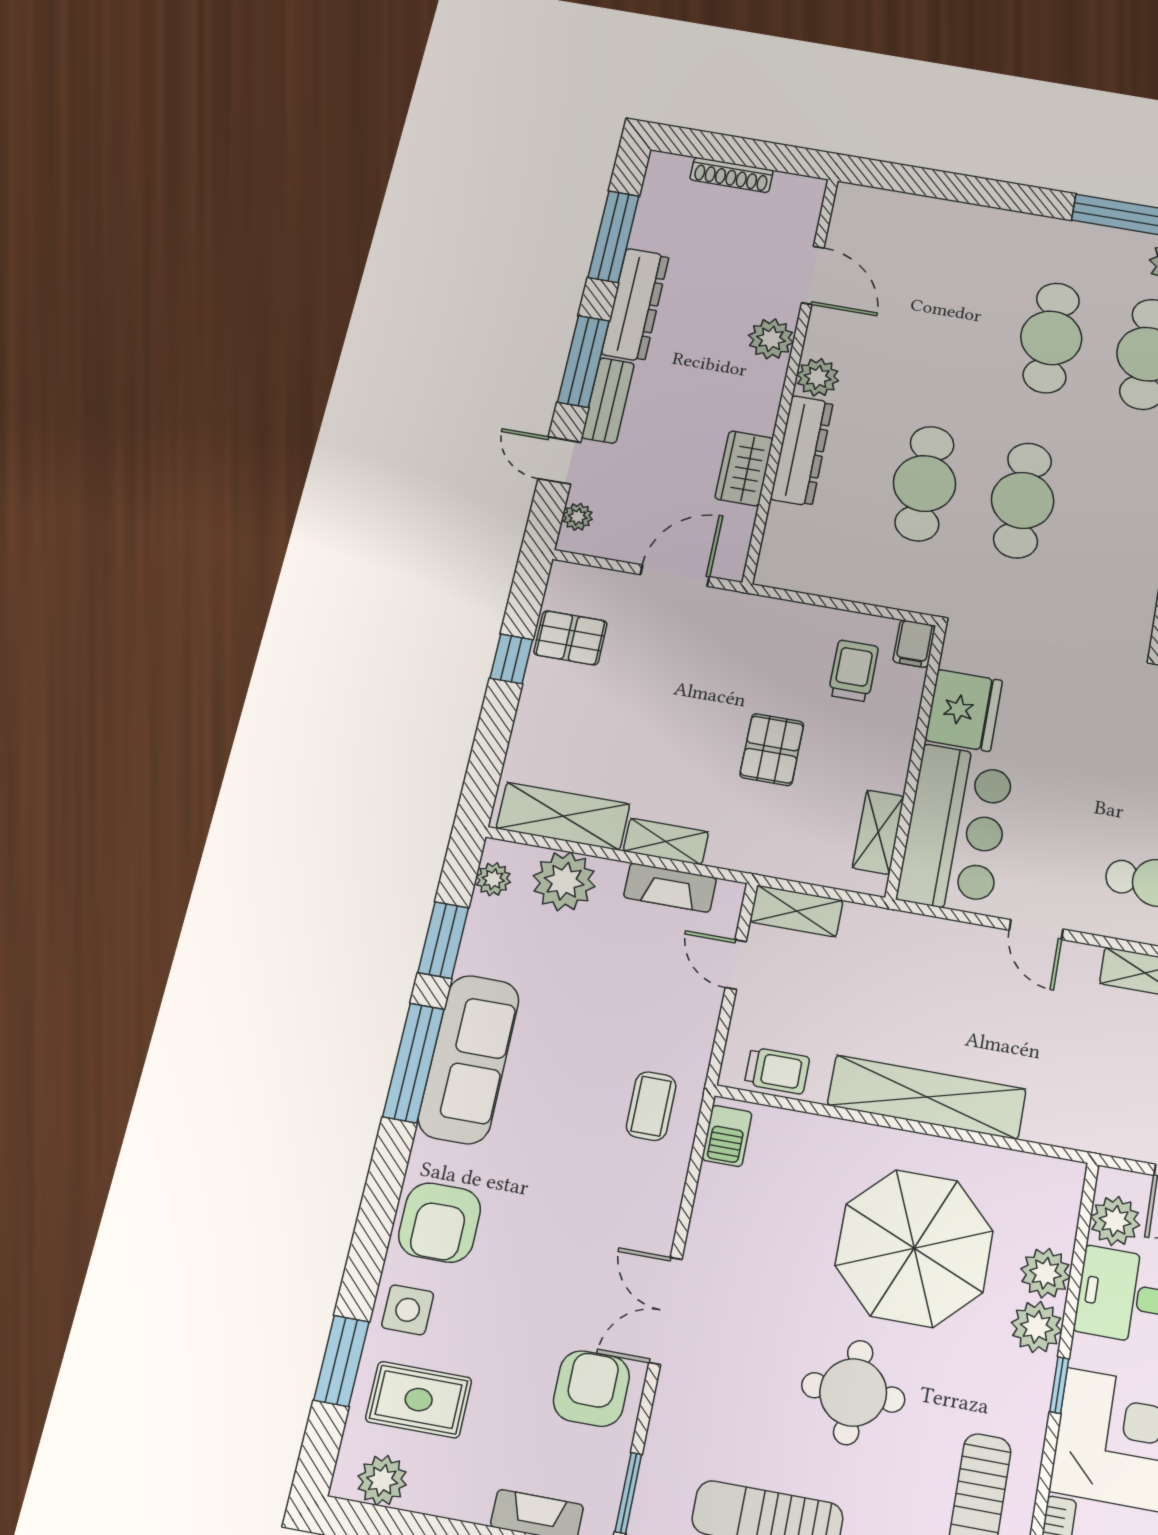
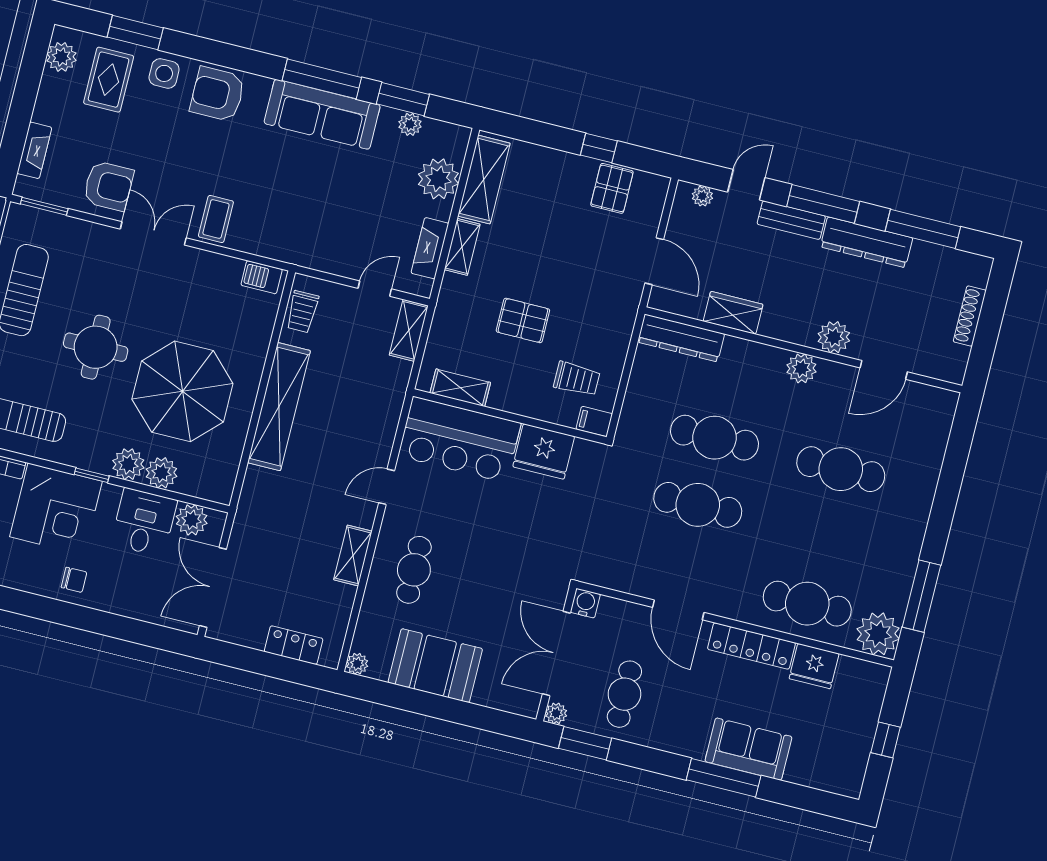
cafe table: (1051, 338) -> (841, 469), moved
dresser: (802, 451) -> (681, 338), moved
plant: (493, 879) -> (410, 124), moved
coffee table: (651, 1106) -> (216, 219), moved, turned 90

